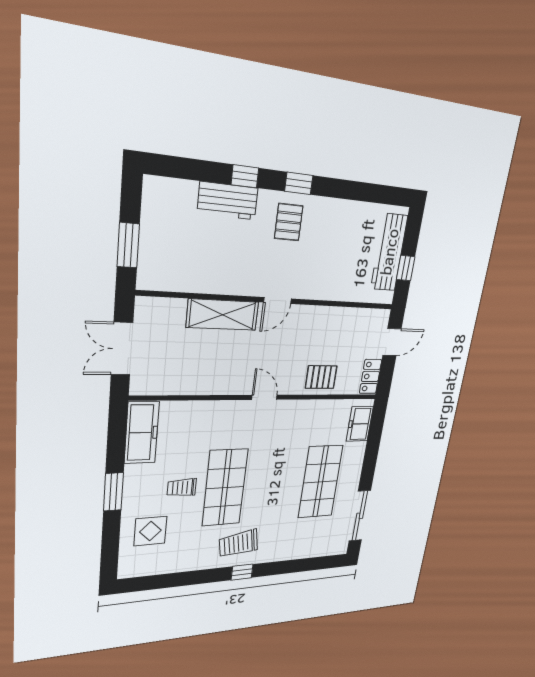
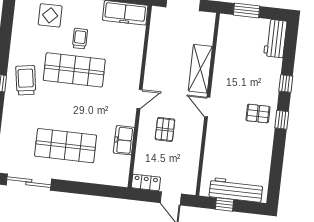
workbench: (228, 201) -> (275, 38), moved
pallet: (321, 377) -> (165, 129), moved
freezer: (360, 424) -> (124, 140), moved, turned -90

